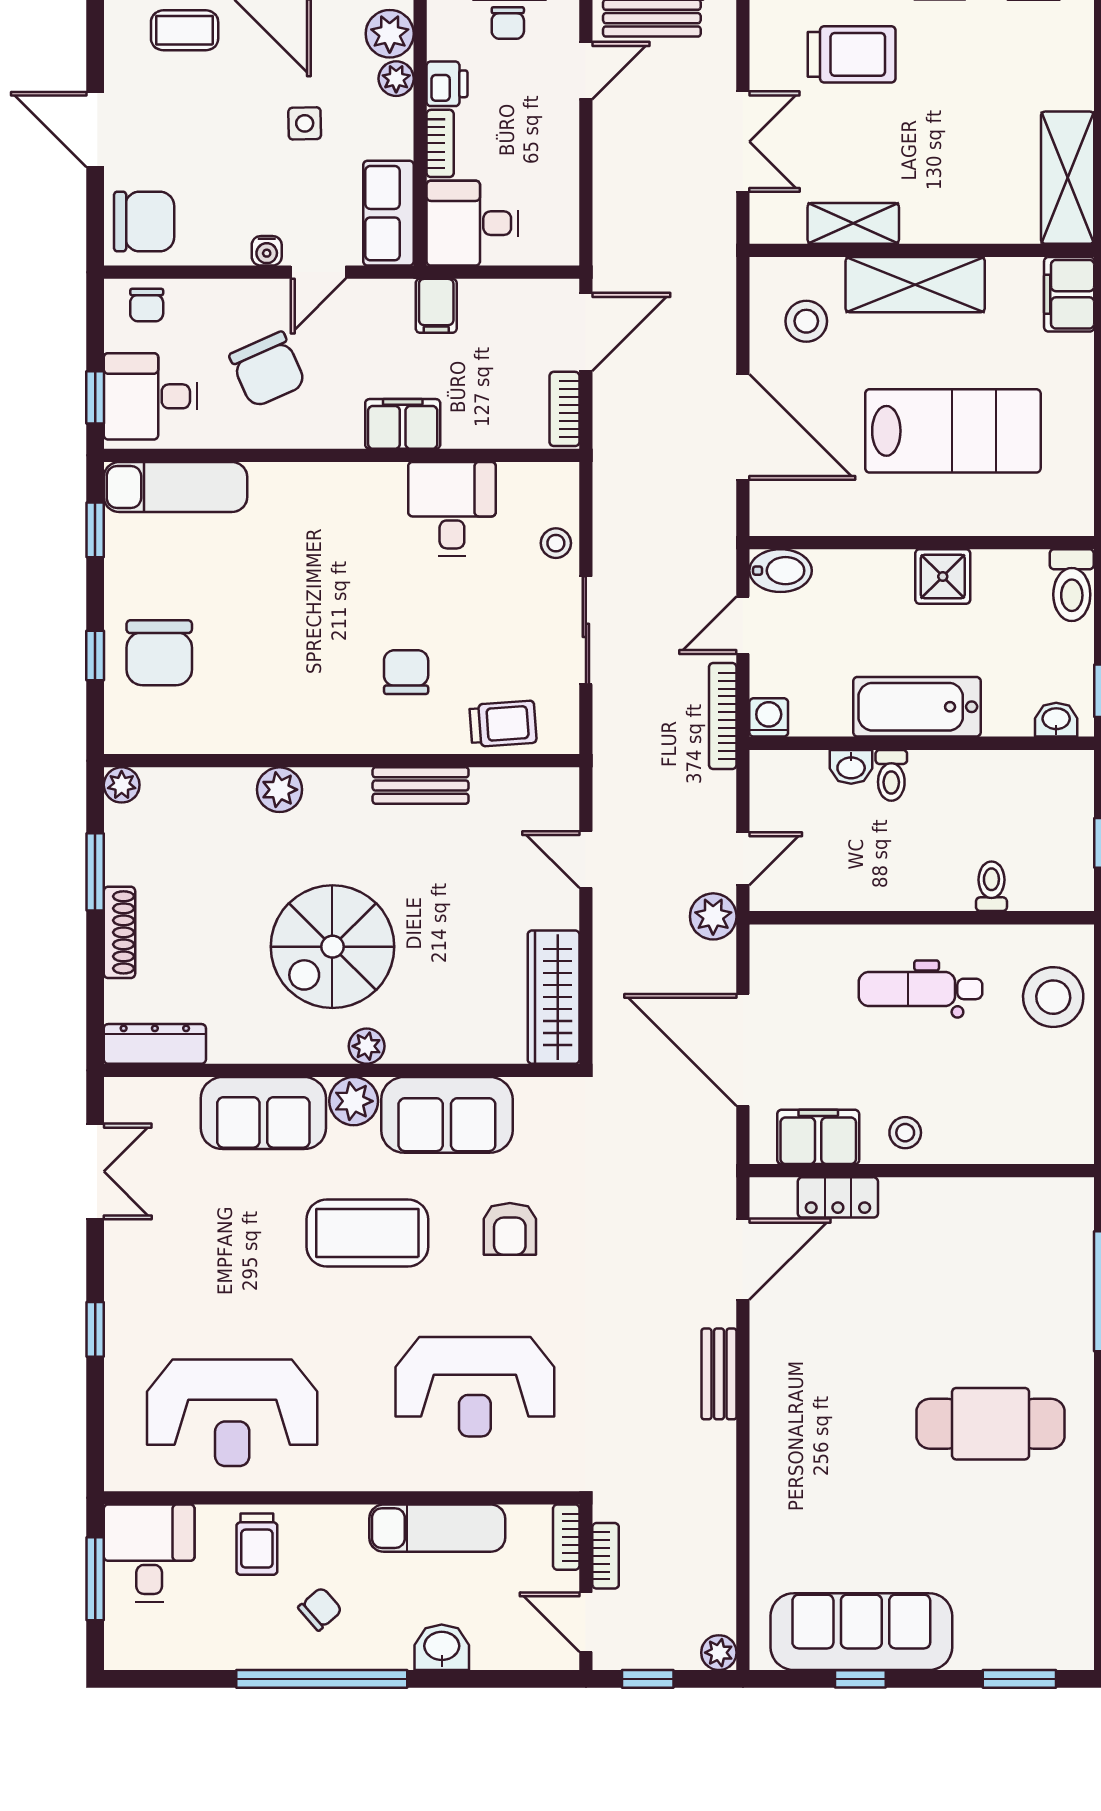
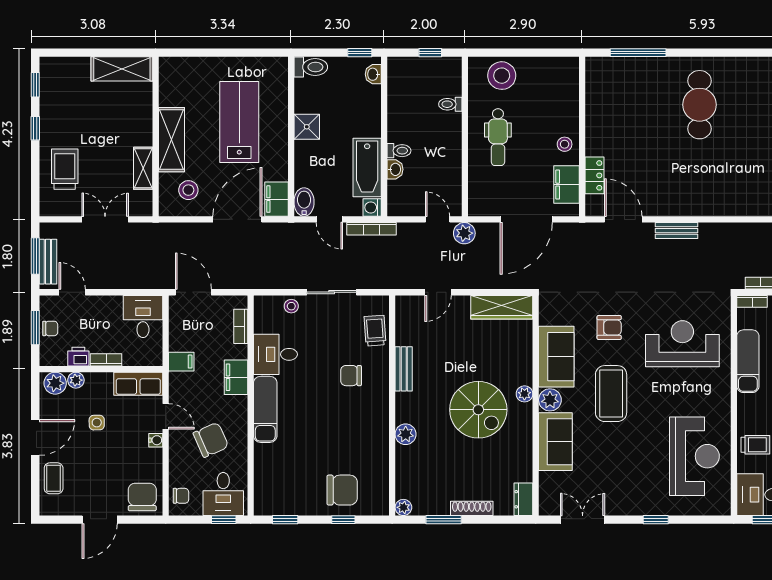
desk: (473, 223) -> (143, 316), moved, turned 180
filing cabinet: (1069, 294) -> (276, 199), moved, turned 90
bookcase: (564, 409) -> (241, 326), moved, turned 90
exam couch: (175, 487) -> (265, 409), moved
bathtub: (917, 707) -> (367, 167), moved
dresser: (155, 1044) -> (523, 499), width x0.70
reception desk: (475, 1387) -> (682, 344), turned -90

